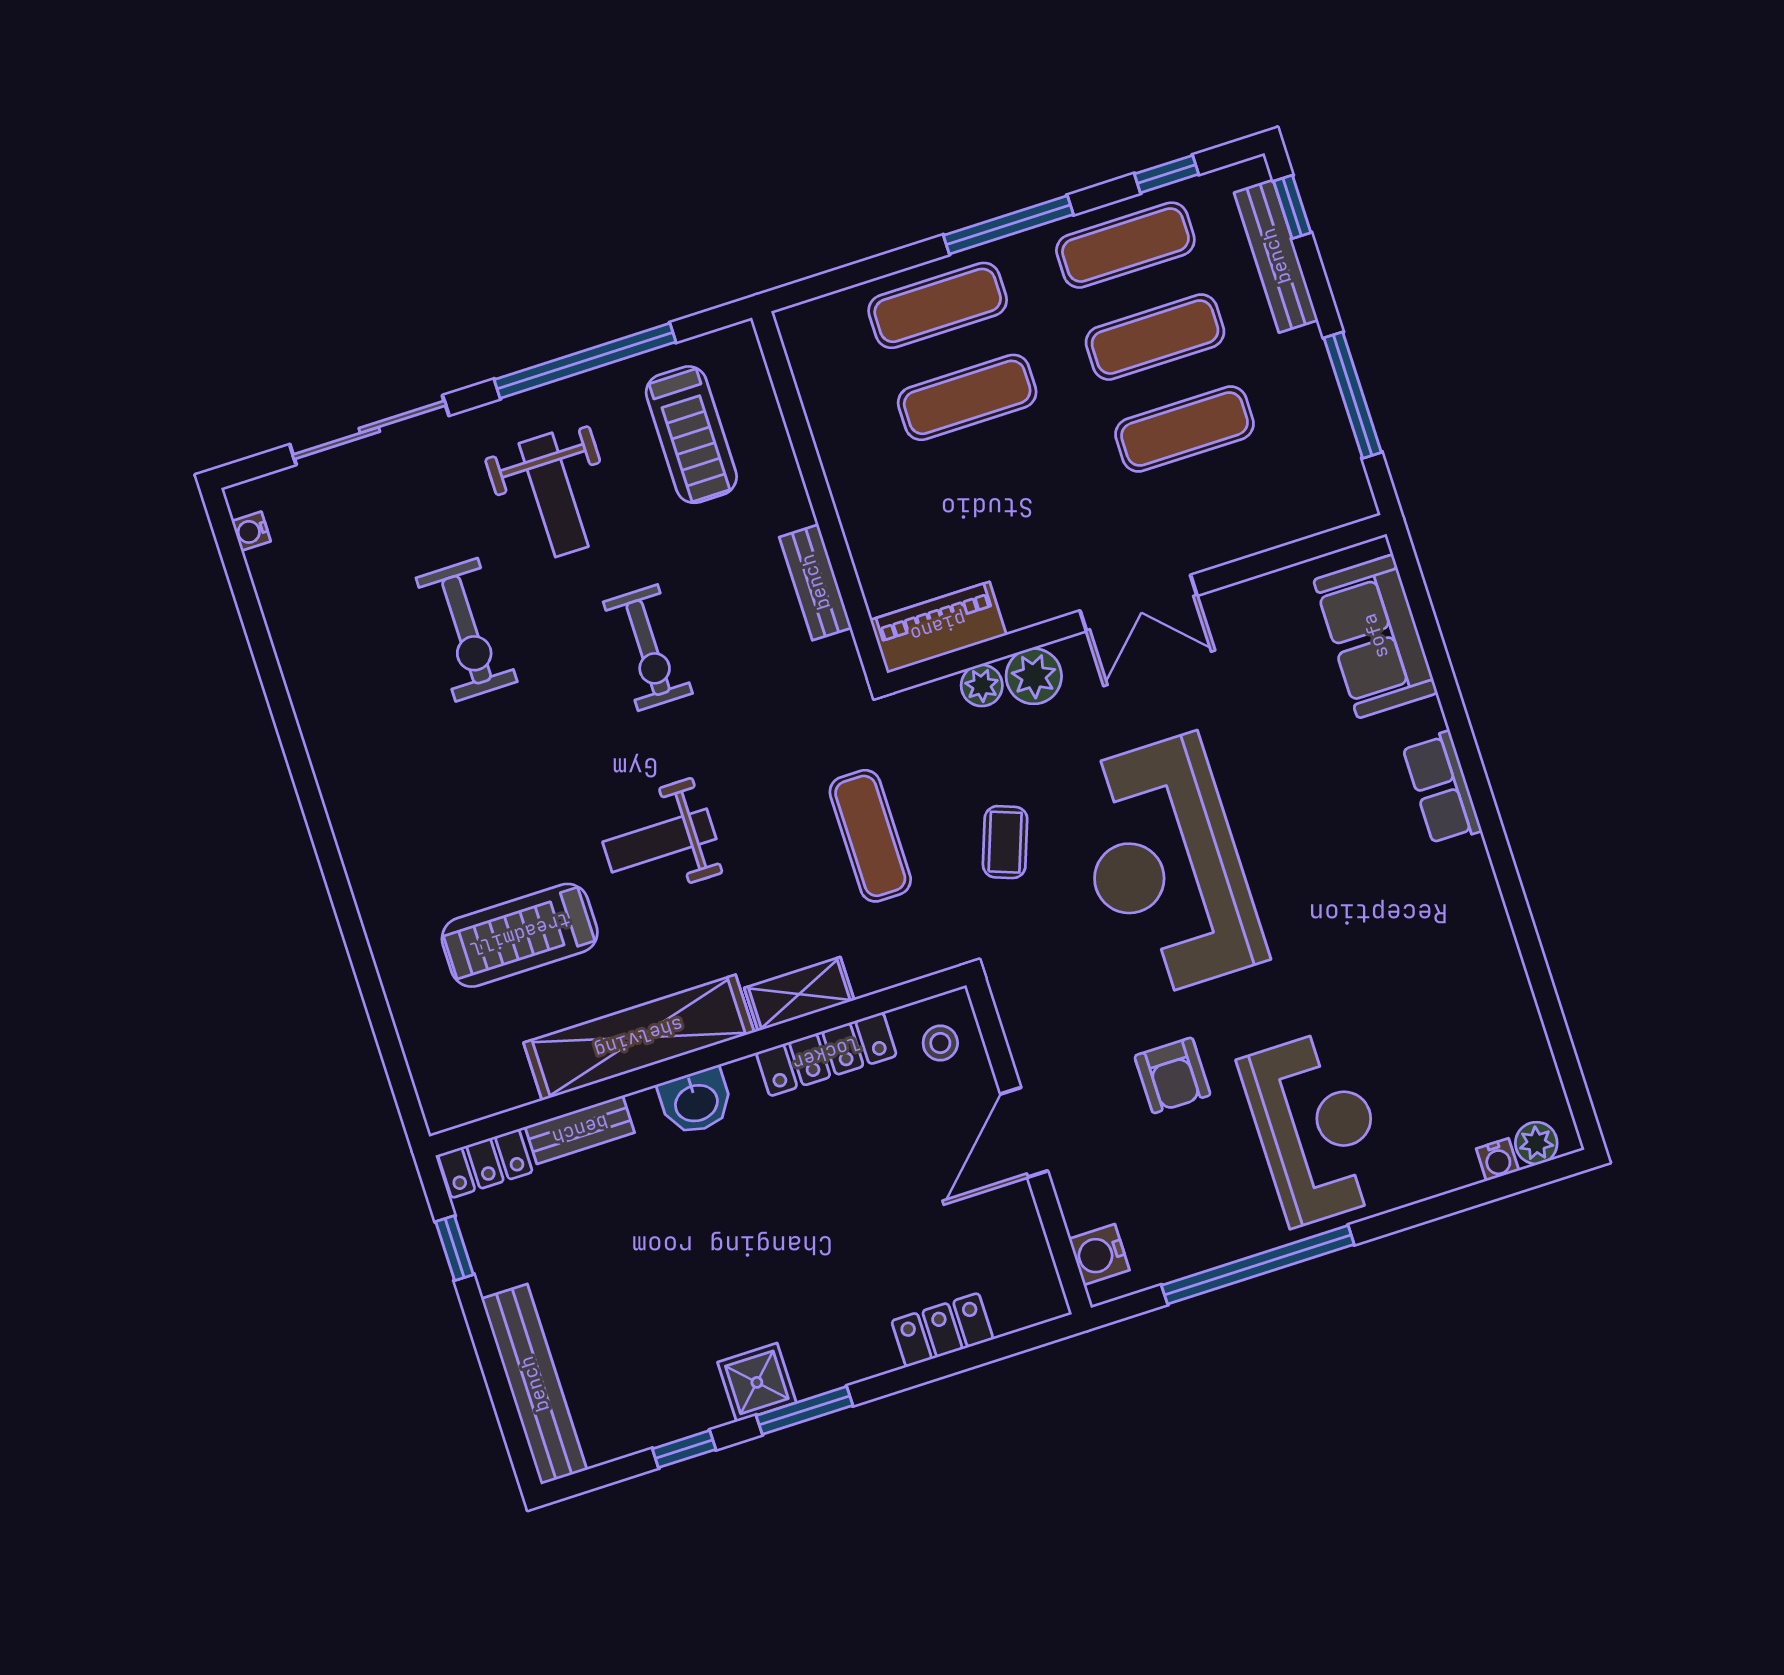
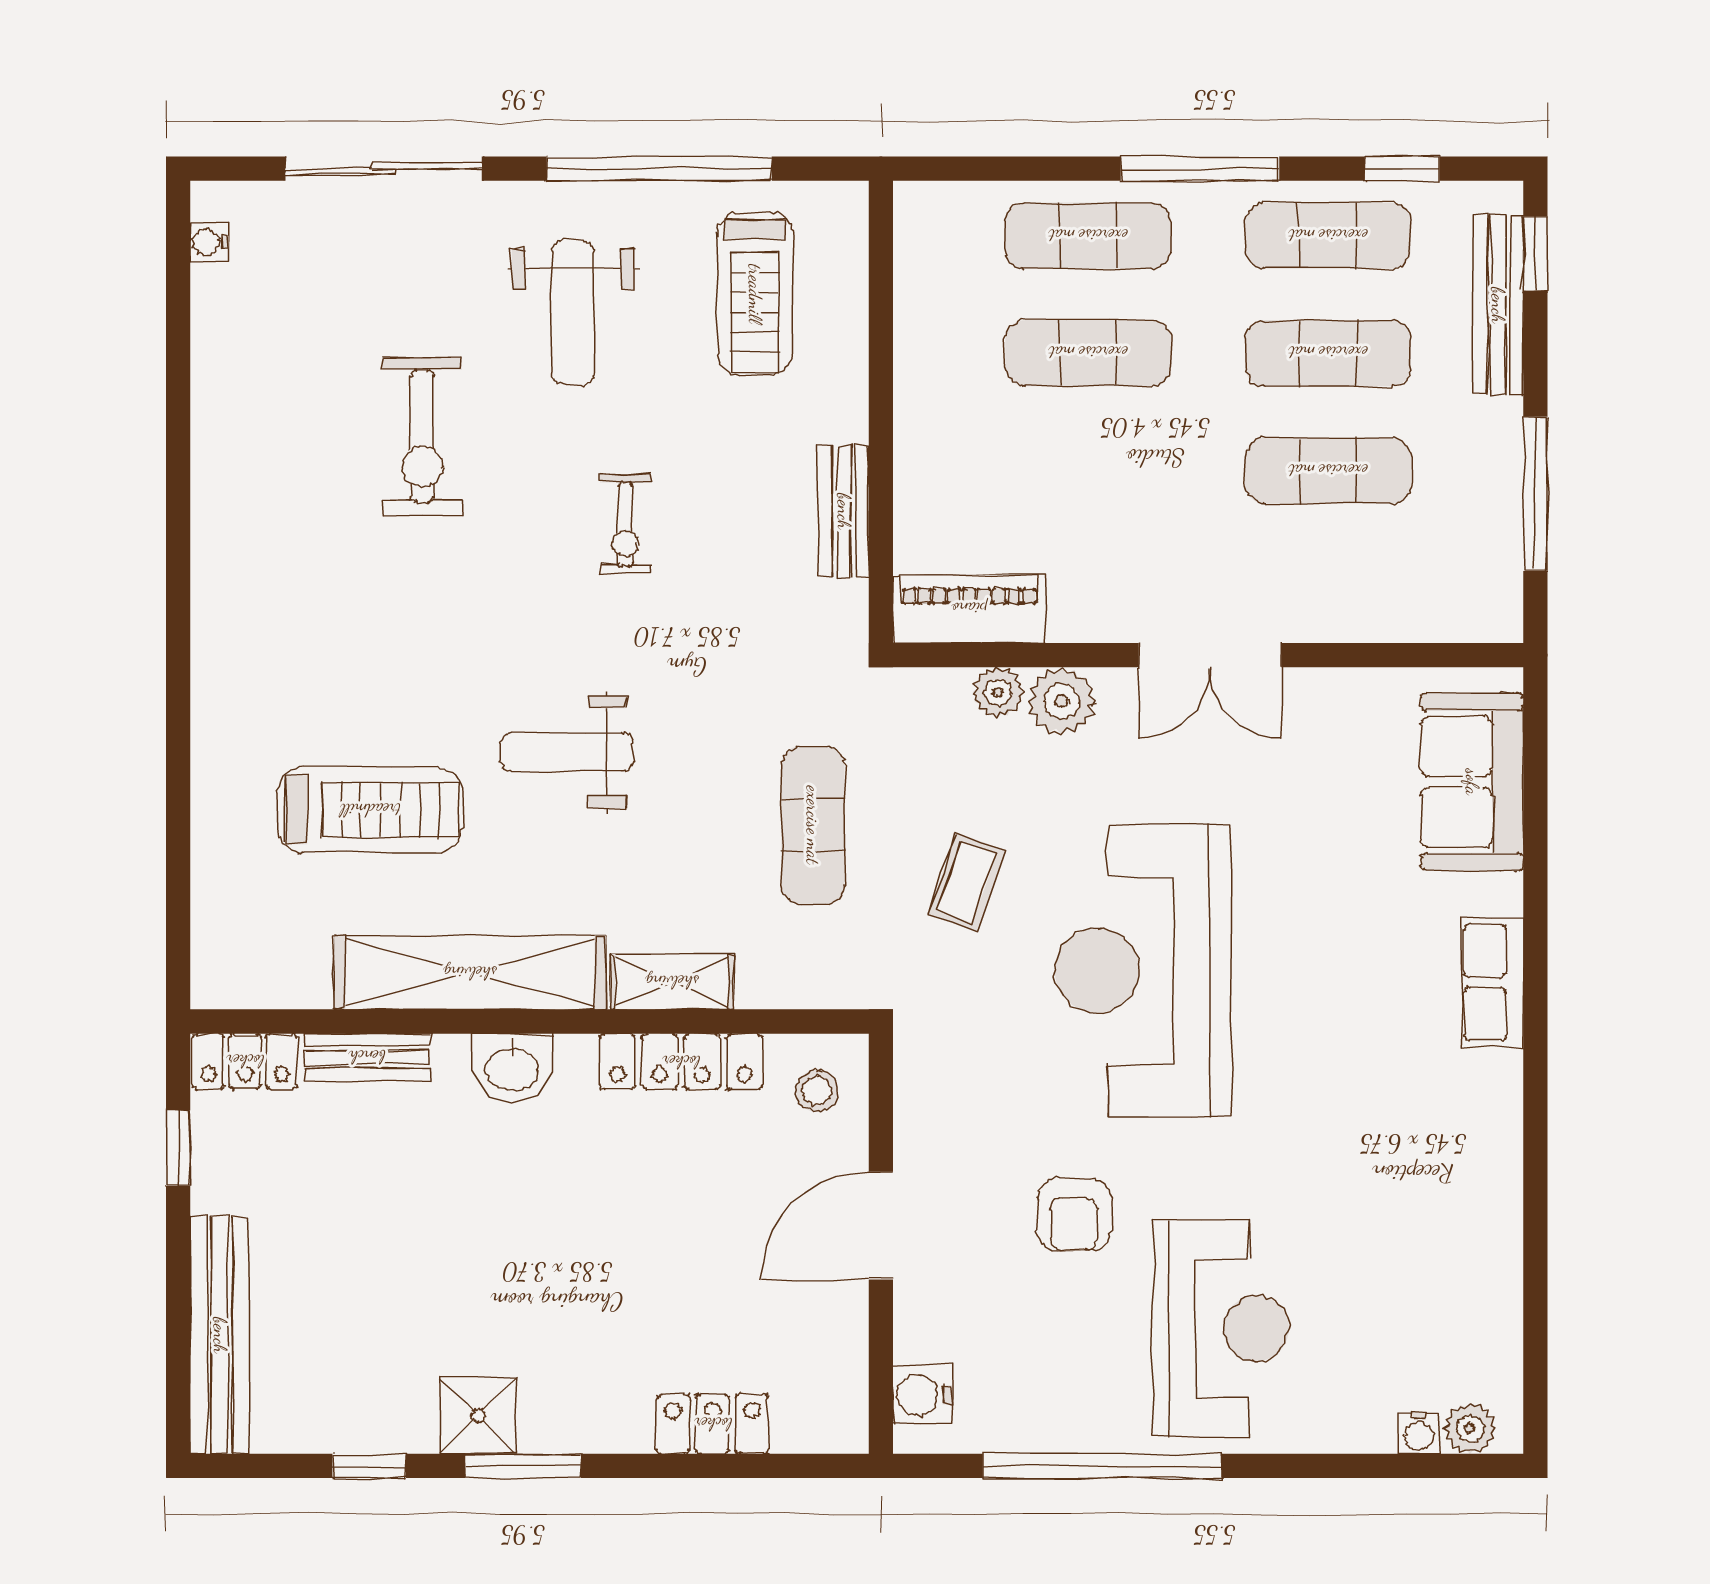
exercise bike: (648, 648) -> (625, 524), width x0.73, depth x0.72
treadmill: (520, 935) -> (370, 810), turned 180

